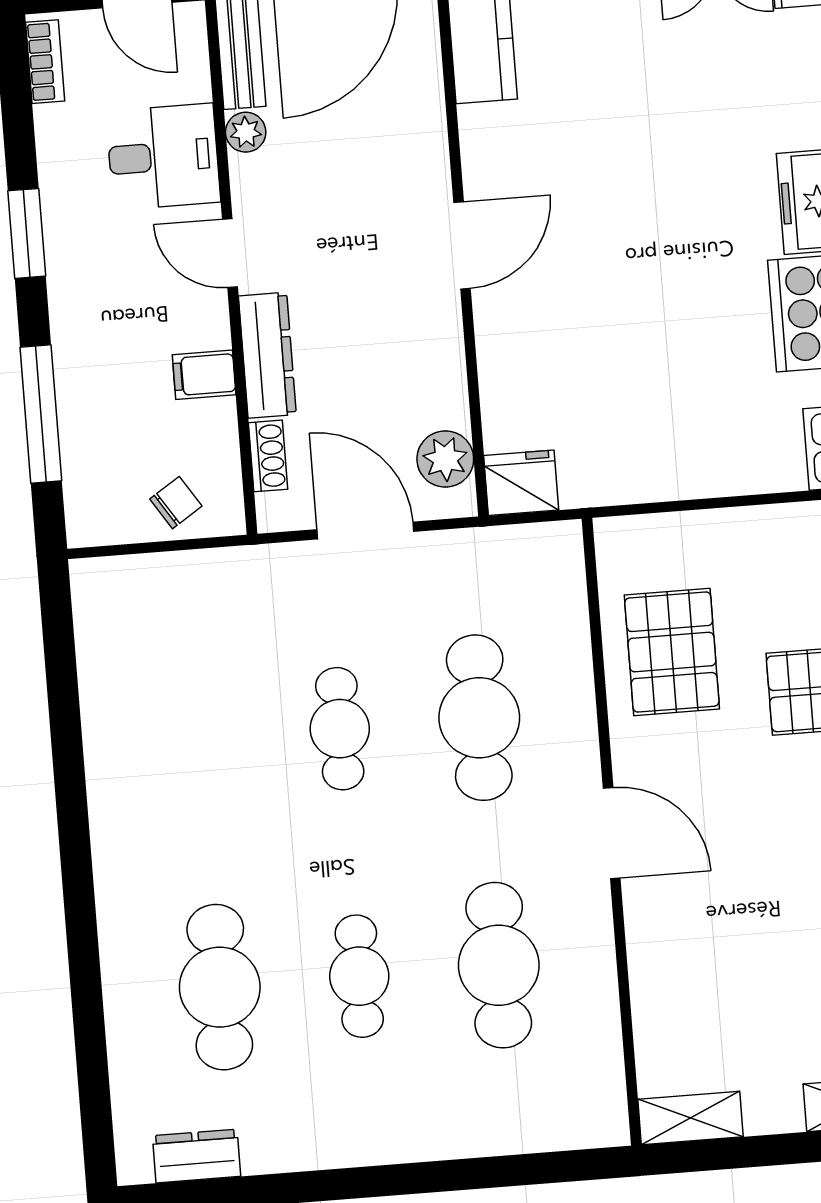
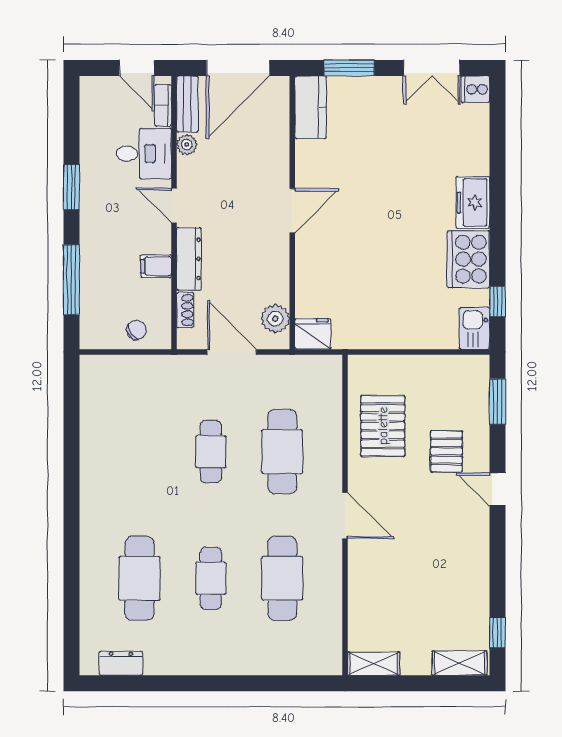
bookcase: (45, 62) -> (163, 105), moved, turned 180

